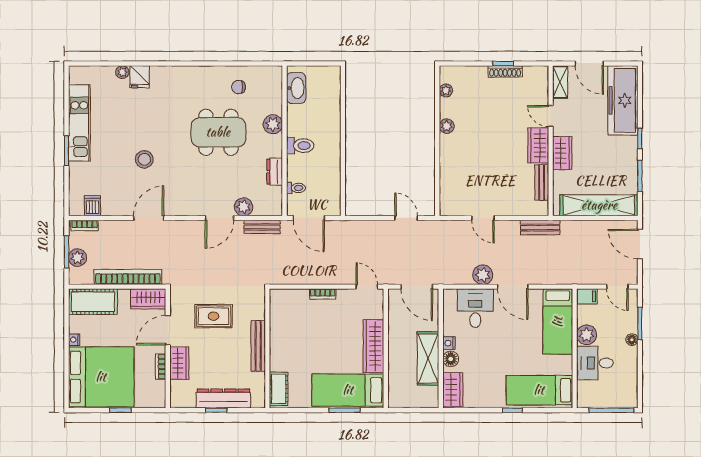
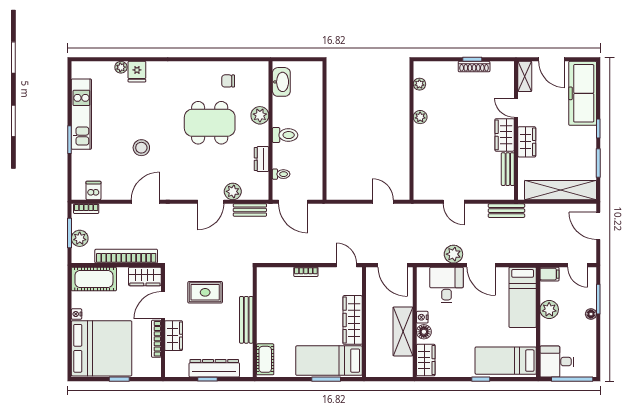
desk: (595, 363) -> (557, 362), moved
bookcase: (161, 367) -> (156, 339), width x1.56

